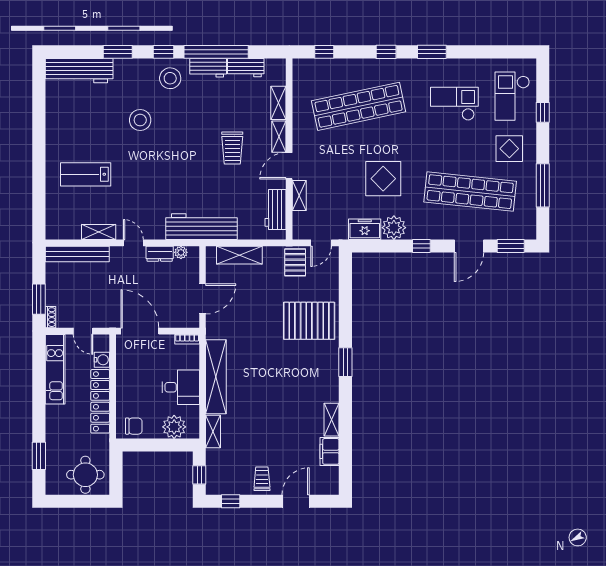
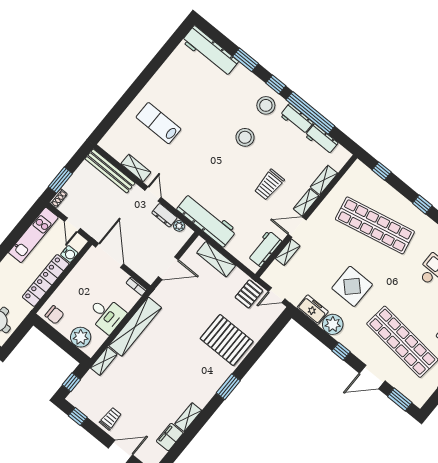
stool: (140, 120) -> (245, 137), moved

